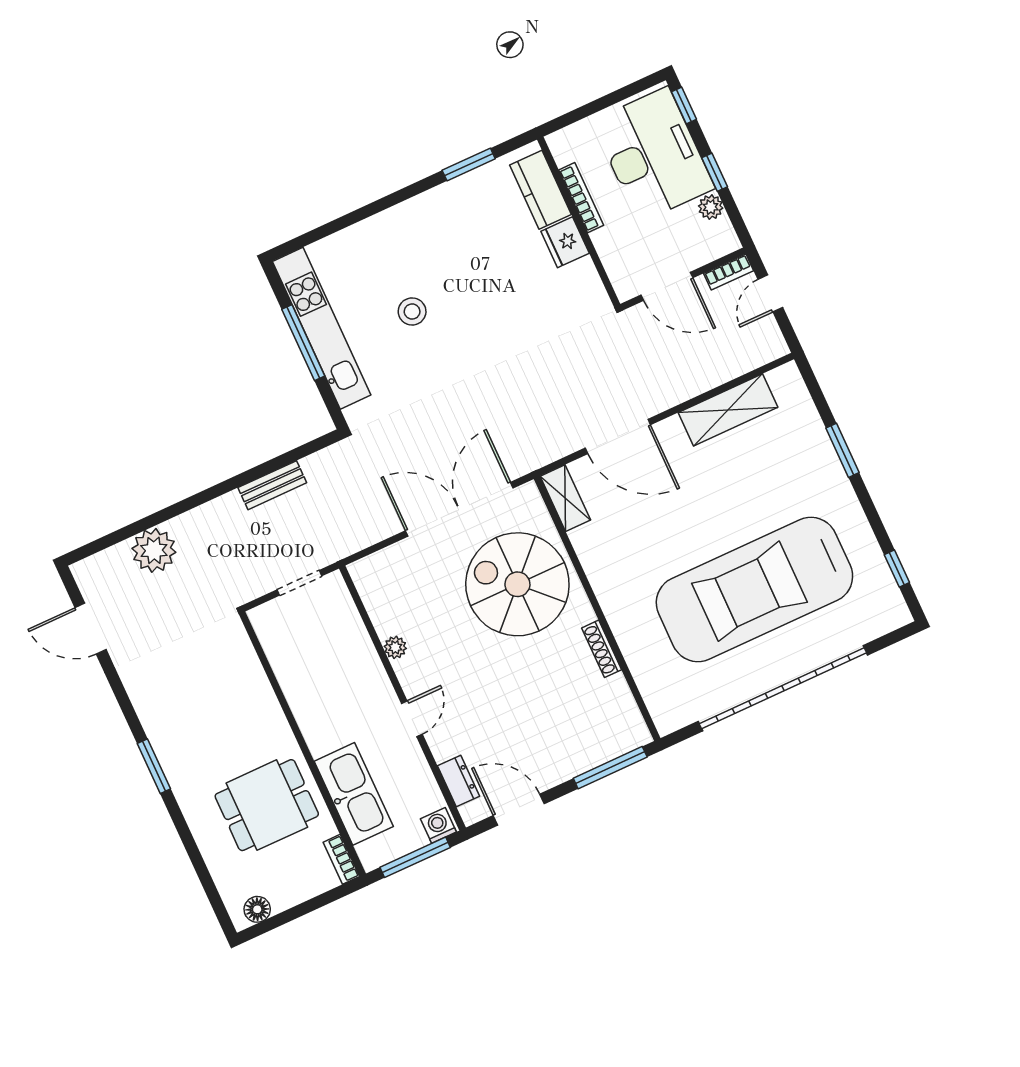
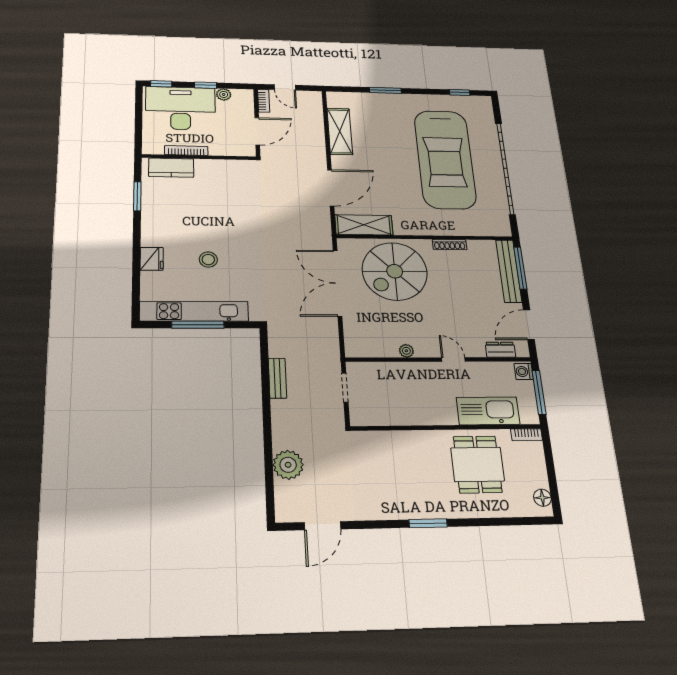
fridge: (565, 242) -> (152, 259), moved, turned -90
shelving: (565, 498) -> (364, 225), width x1.50, depth x1.33
bench: (597, 752) -> (509, 271), added

